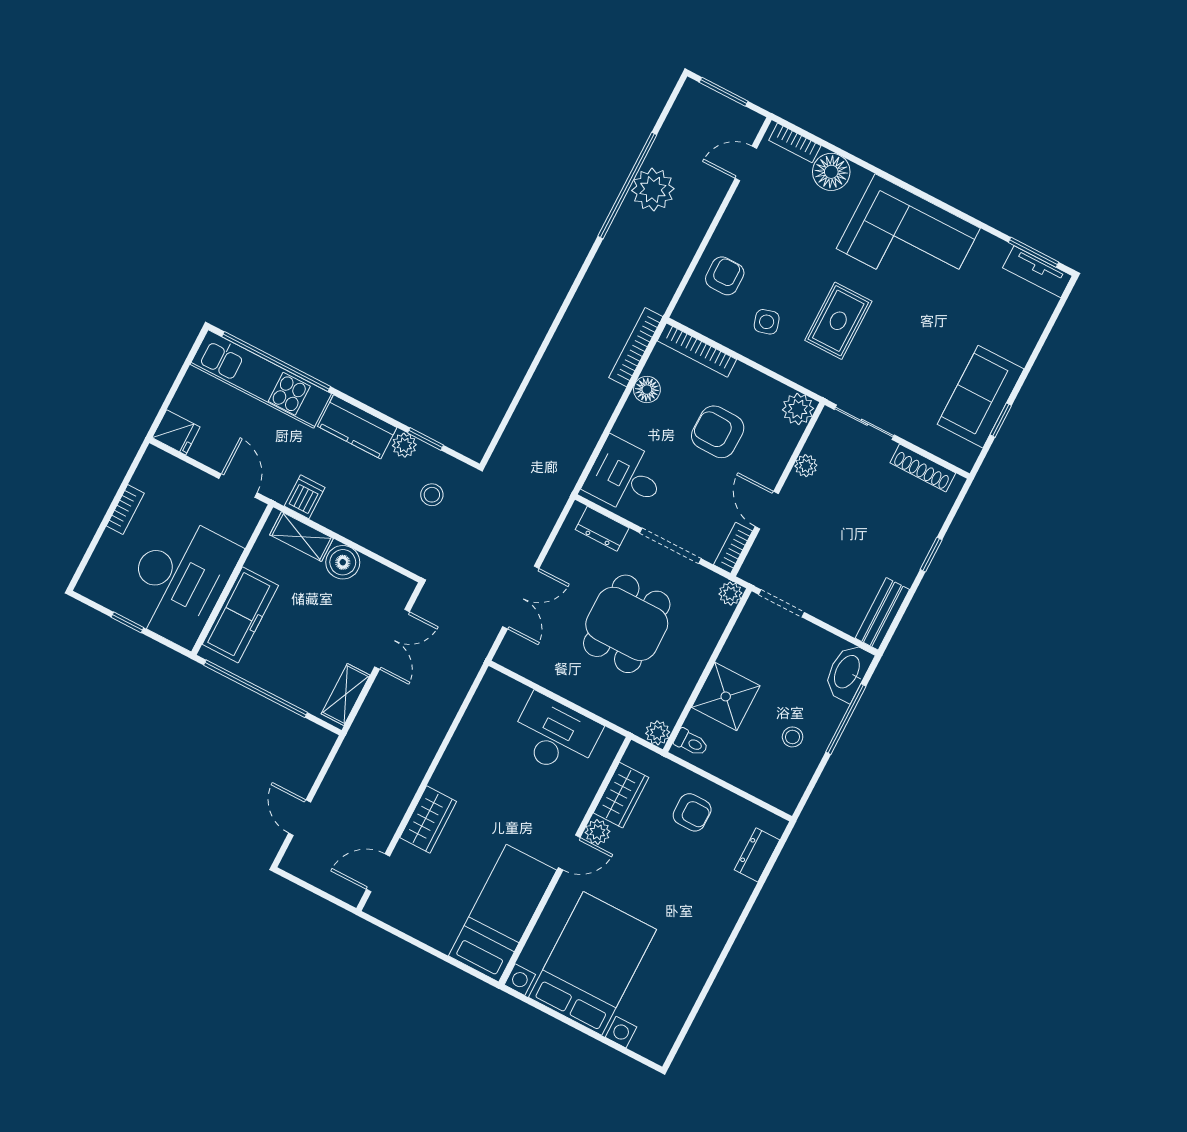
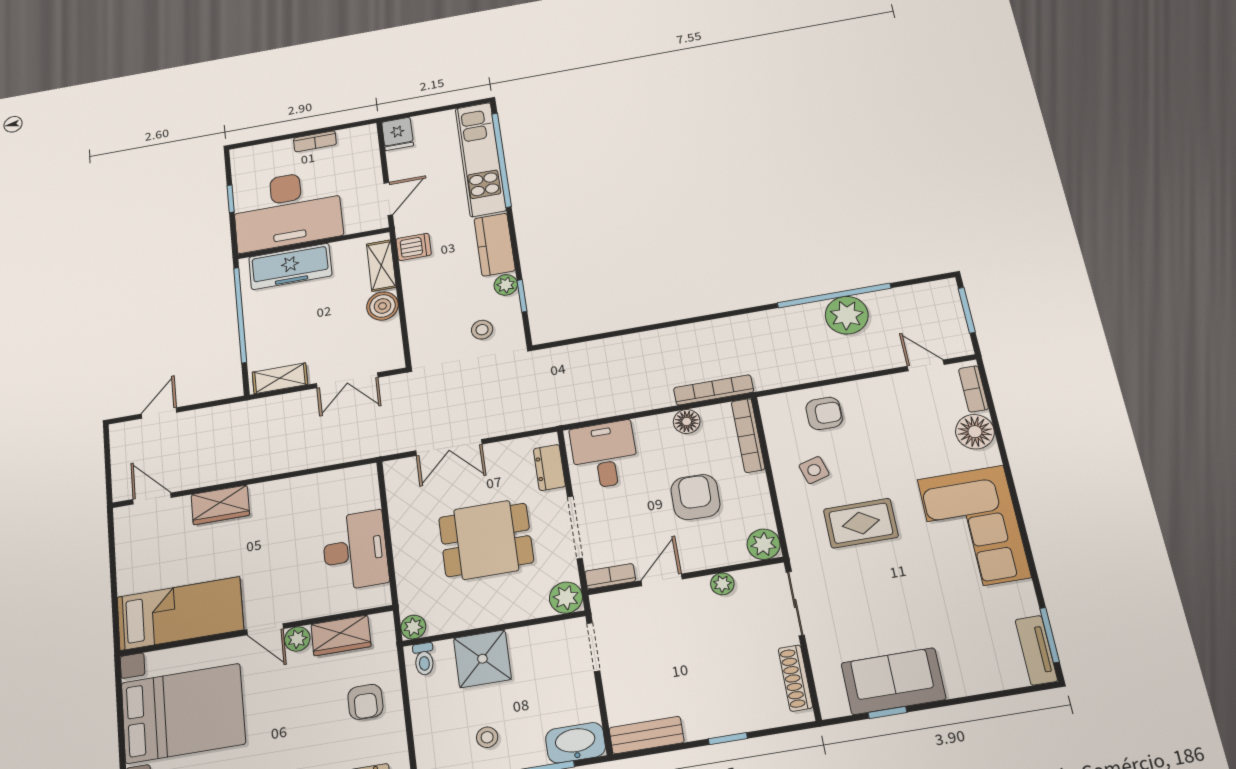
plant: (730, 594) -> (566, 598), width x1.38, depth x1.38

